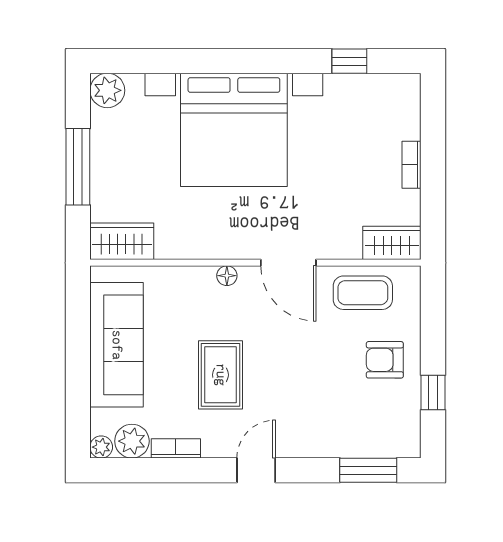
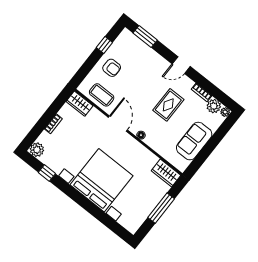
plant: (107, 90) -> (37, 150), moved
sofa: (117, 345) -> (194, 141), width x0.73

